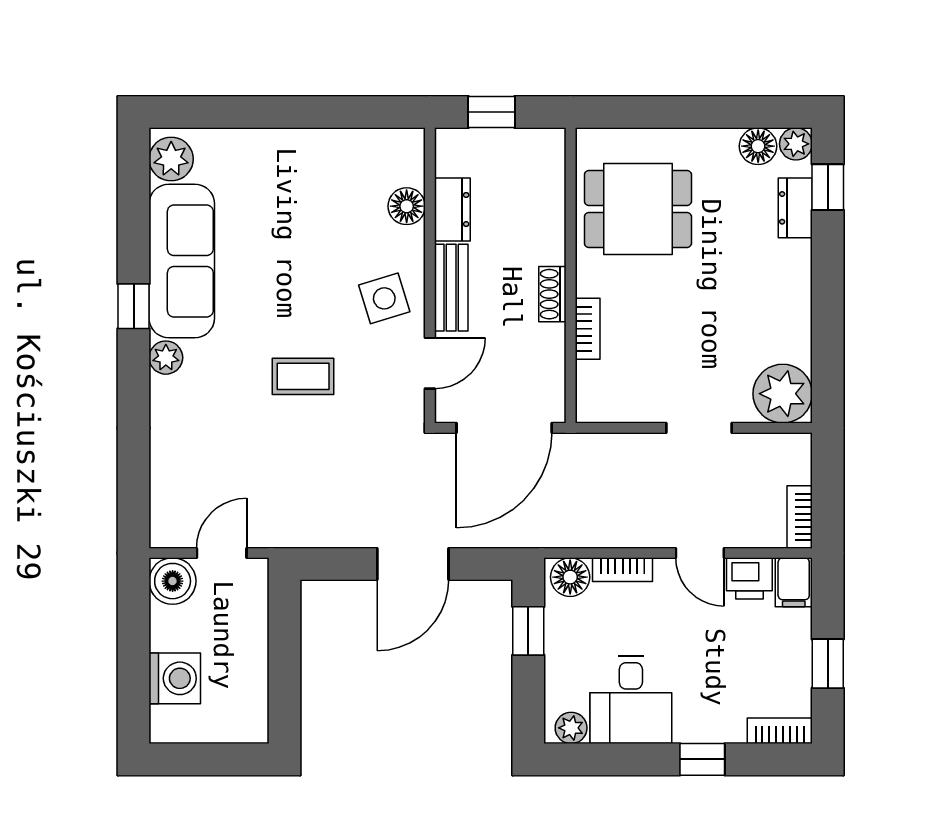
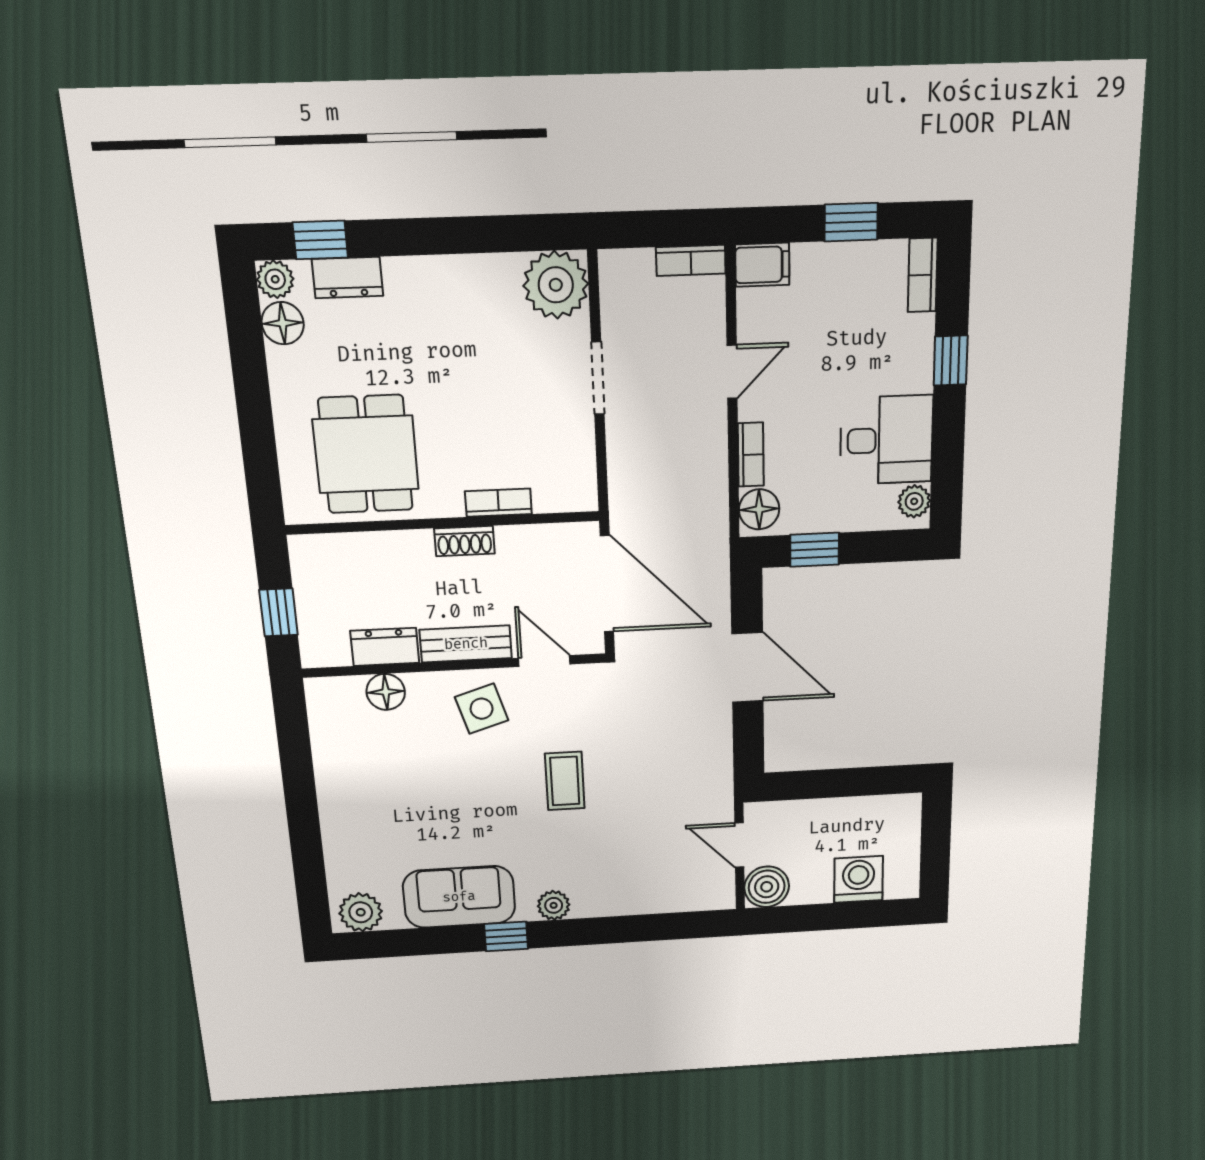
sofa: (182, 261) -> (459, 897), width x0.73
printer: (749, 578) -> (759, 315), removed

